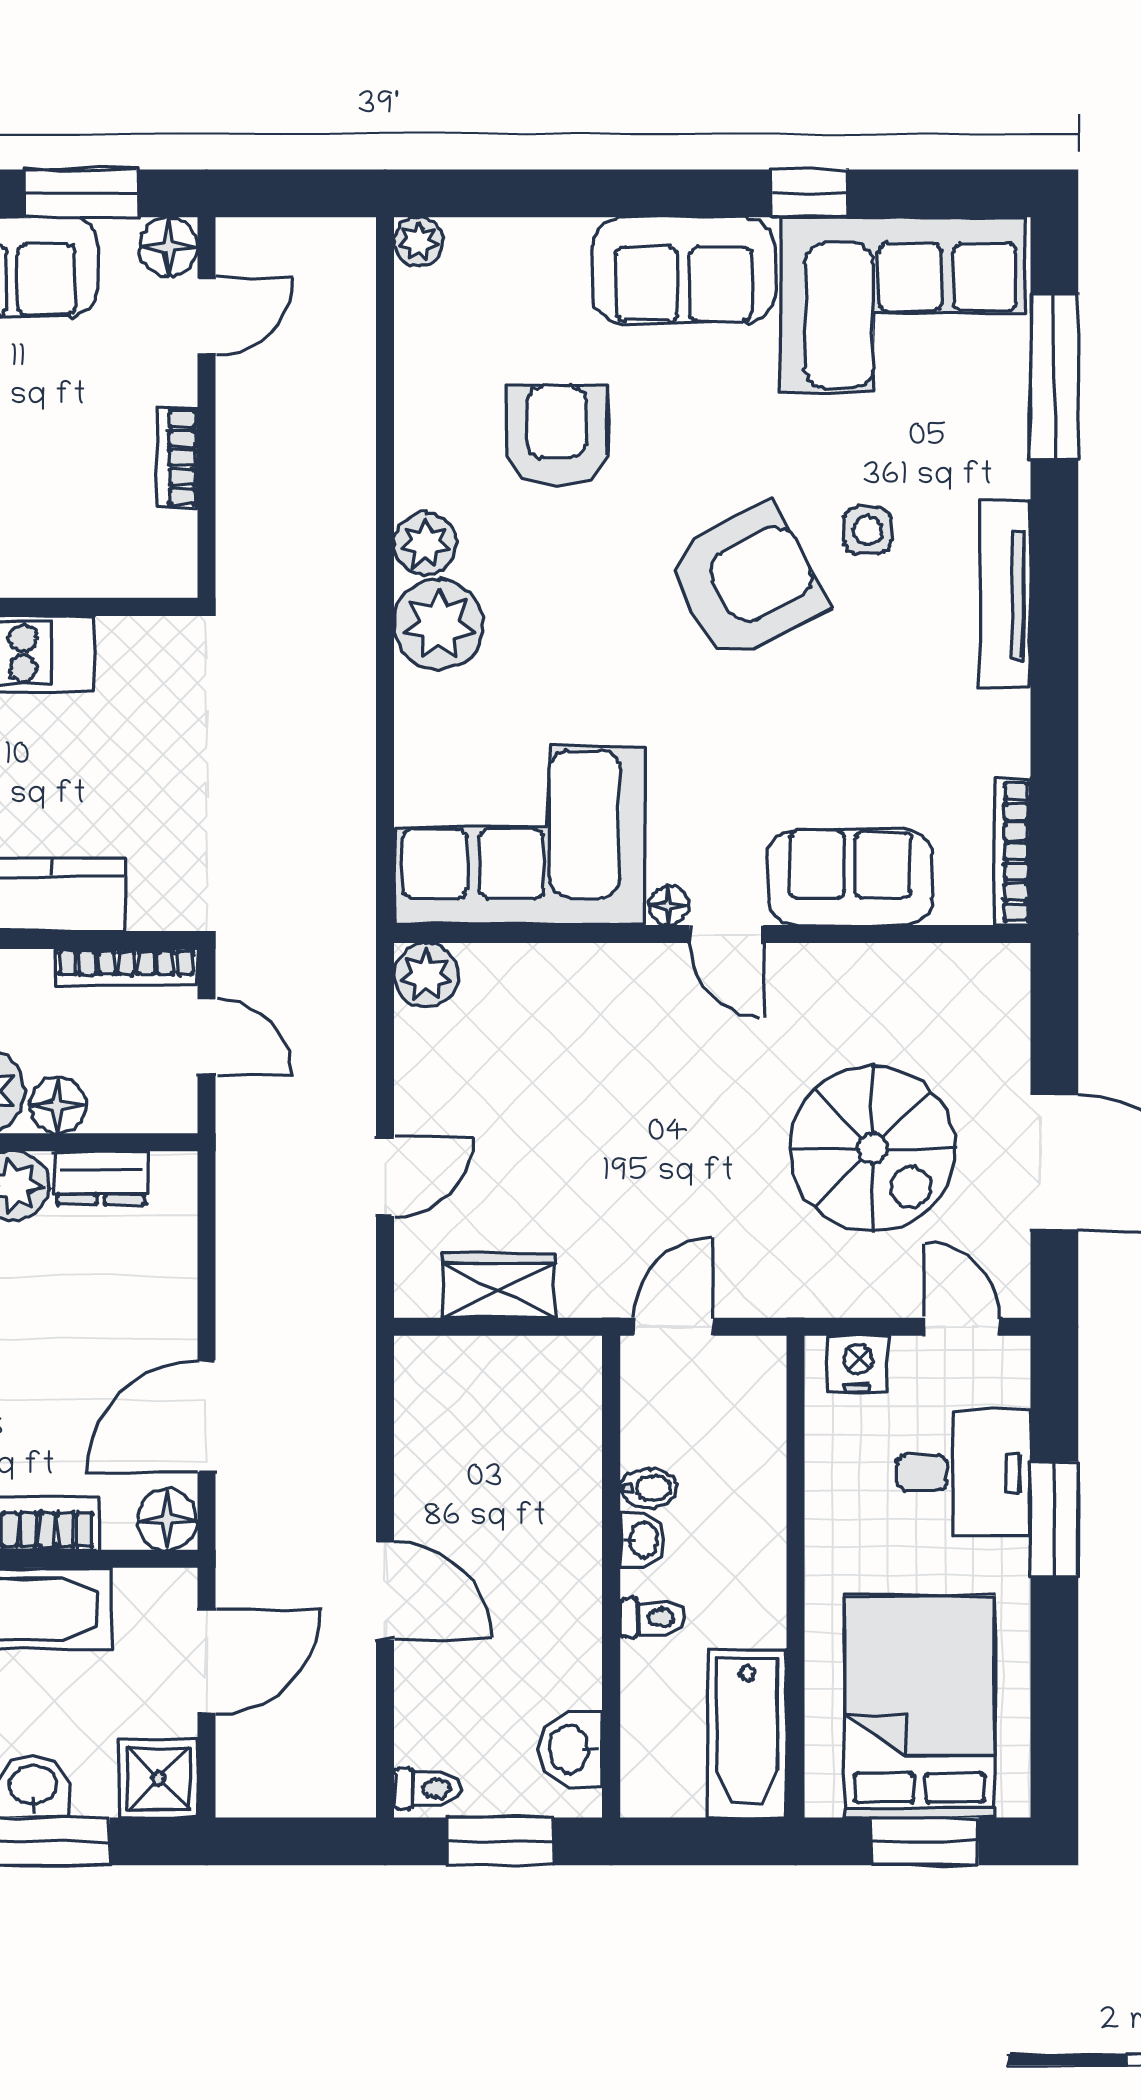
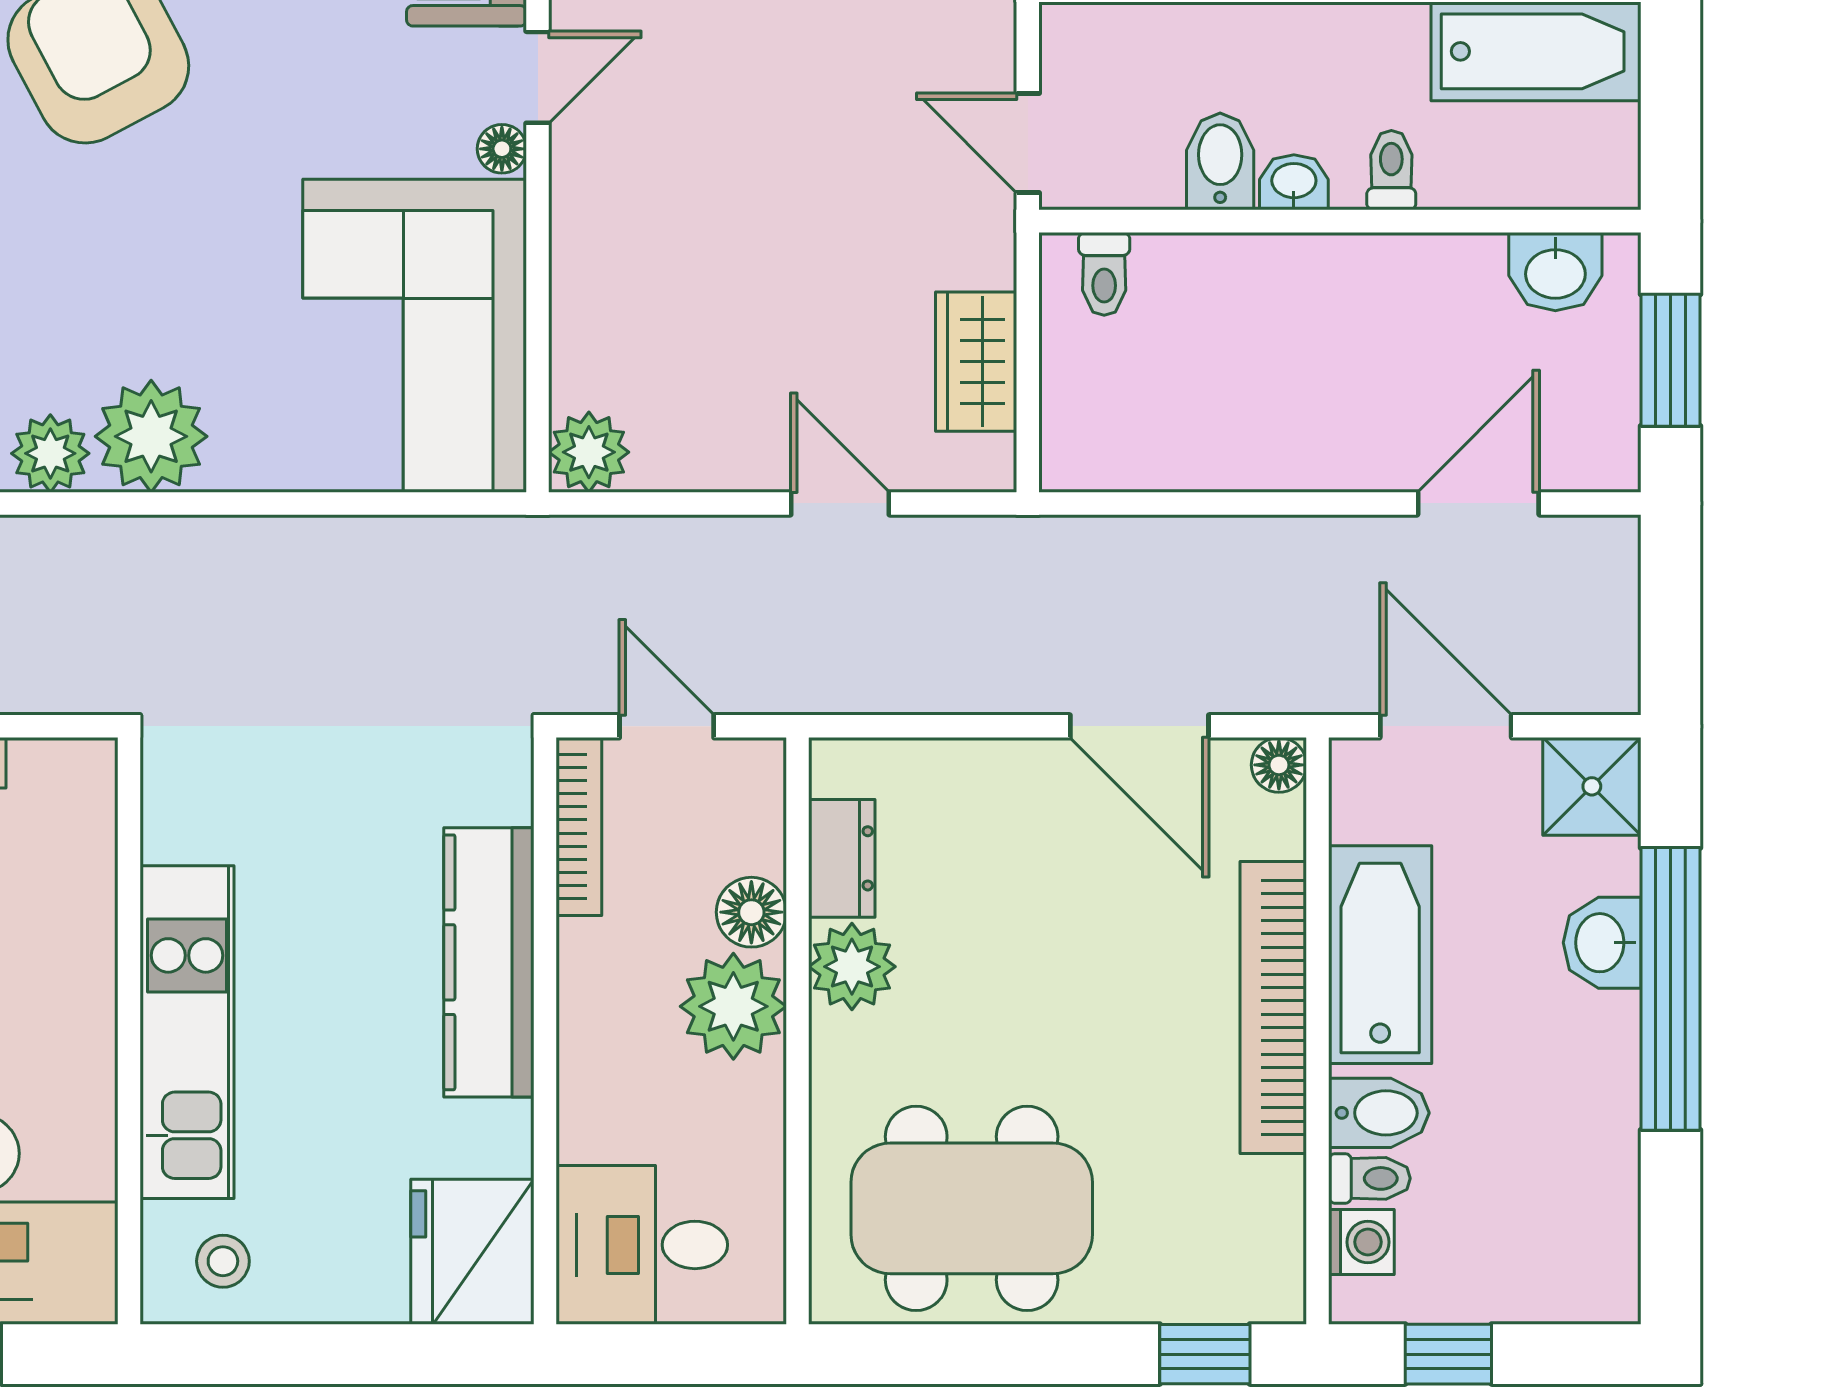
door: (207, 1037) -> (667, 726), hinge flipped
bidet: (649, 1488) -> (1220, 161), width x1.38, depth x1.36
floor lamp: (167, 1520) -> (1279, 765), width x0.73, depth x0.73
door: (385, 1591) -> (1478, 503), moved
toilet: (427, 1789) -> (1104, 274), moved, turned 180

